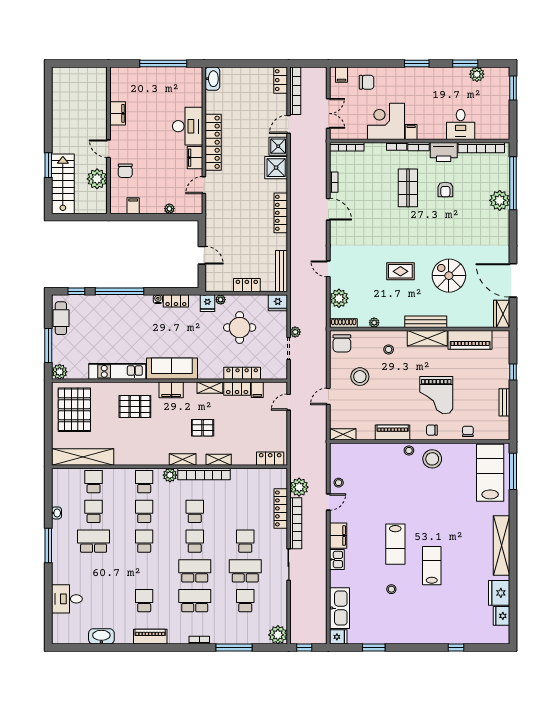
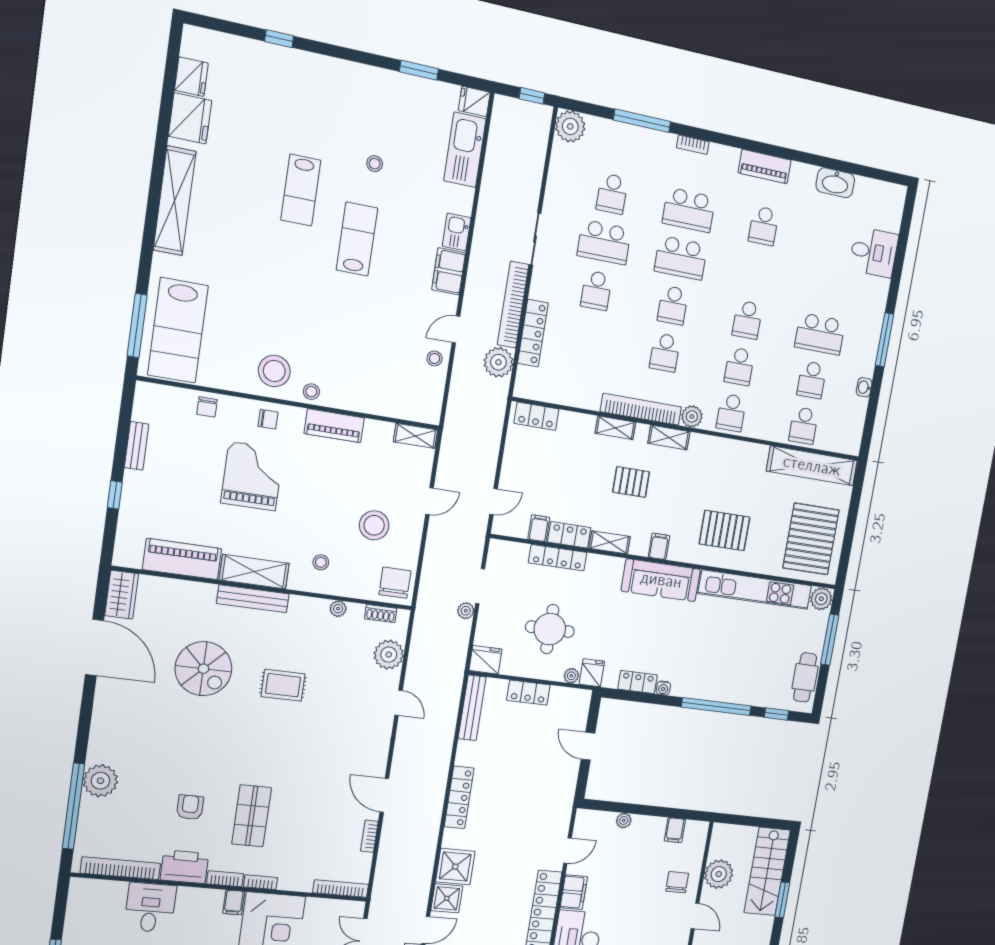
shoe rack: (344, 323) -> (381, 614), width x0.70
kitchen unit: (117, 371) -> (755, 590), width x1.36
filing cabinet: (171, 390) -> (659, 546), width x0.50

